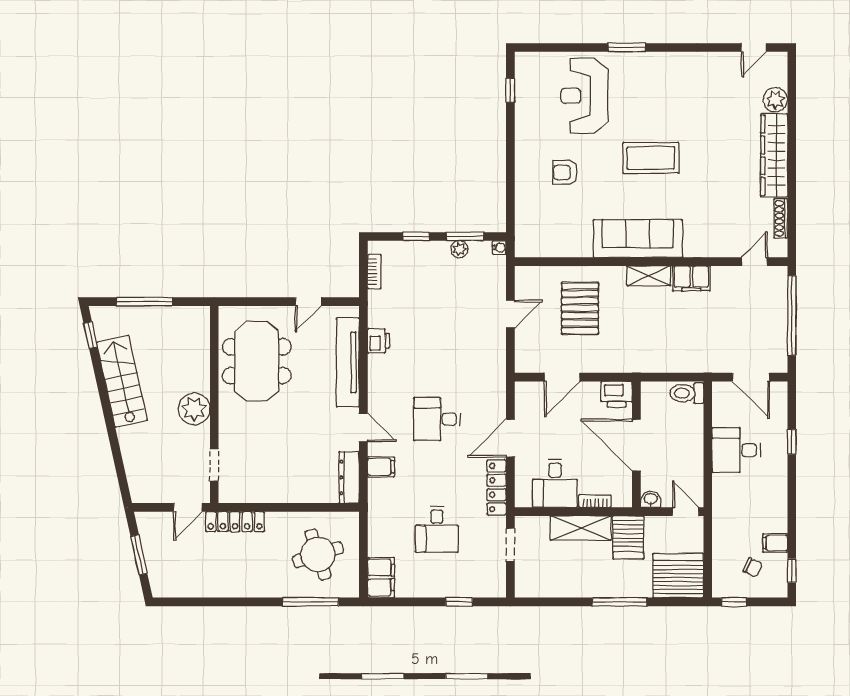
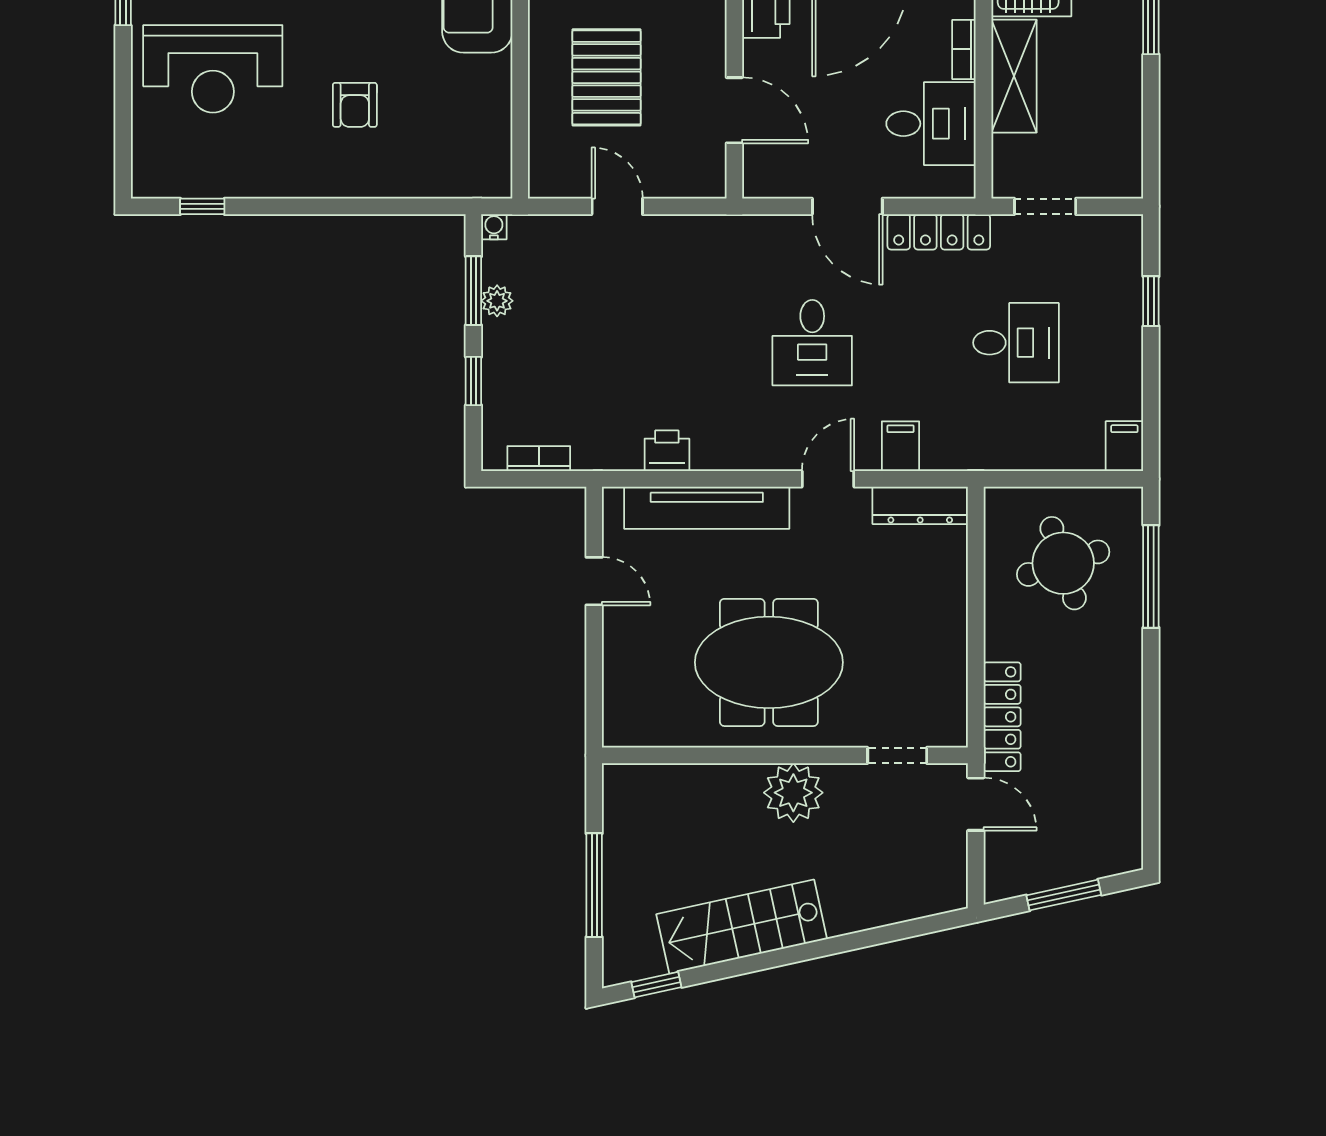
pallet: (580, 308) -> (607, 77), turned 90
meeting table: (257, 361) -> (769, 662), moved
filing cabinet: (381, 578) -> (1124, 446), width x0.50

